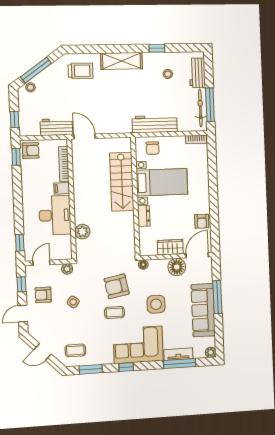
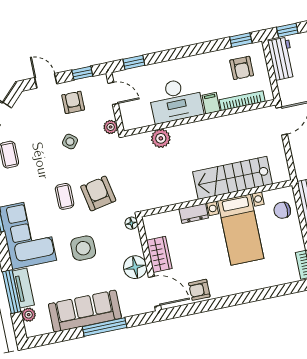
workbench: (56, 127) -> (282, 59), moved
armchair: (31, 151) -> (242, 68), moved
plant: (211, 352) -> (29, 315), moved

